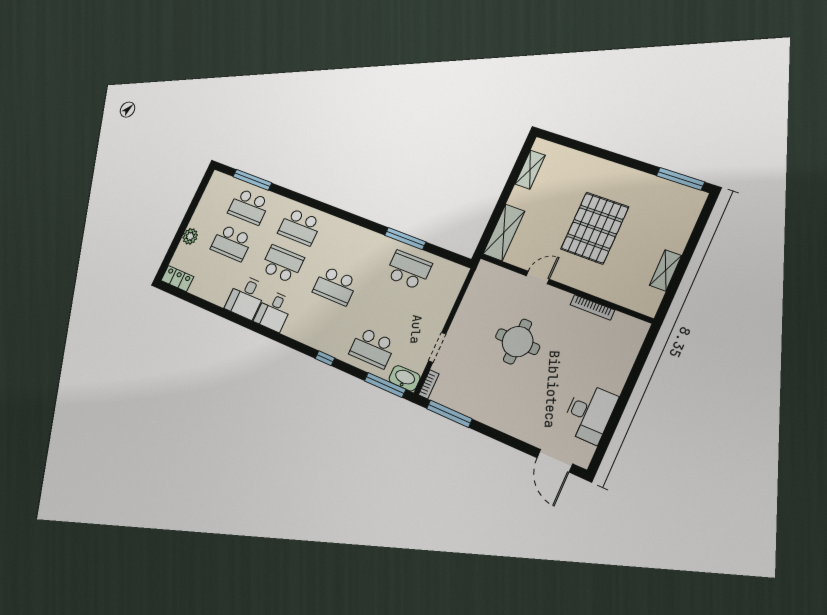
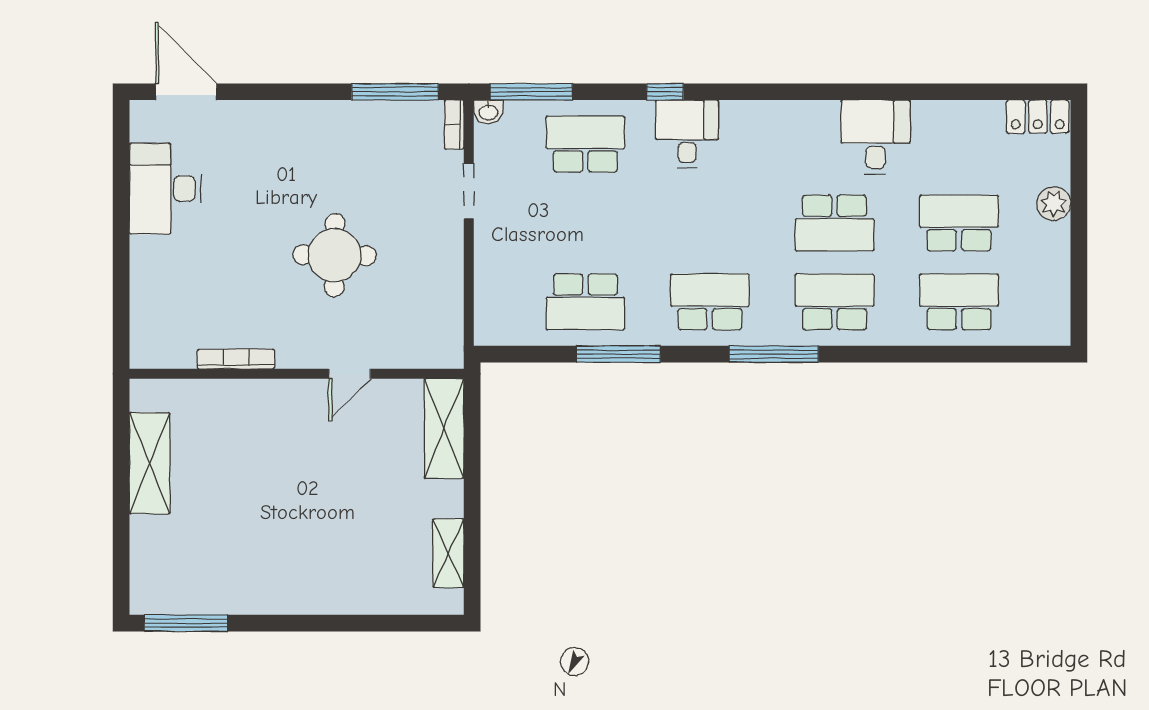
window: (252, 180) -> (774, 354), moved
pallet: (595, 228) -> (291, 492), removed
shelving: (666, 270) -> (150, 463), width x1.50, depth x1.33
school desk: (335, 286) -> (710, 302), moved
desk: (274, 311) -> (687, 134), moved
washbasin: (405, 378) -> (488, 112), width x0.52, depth x0.69

